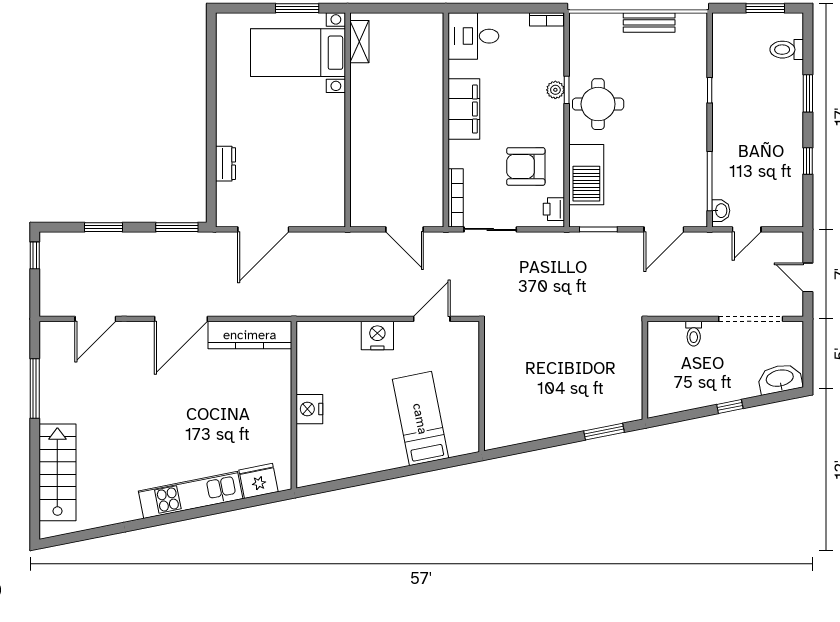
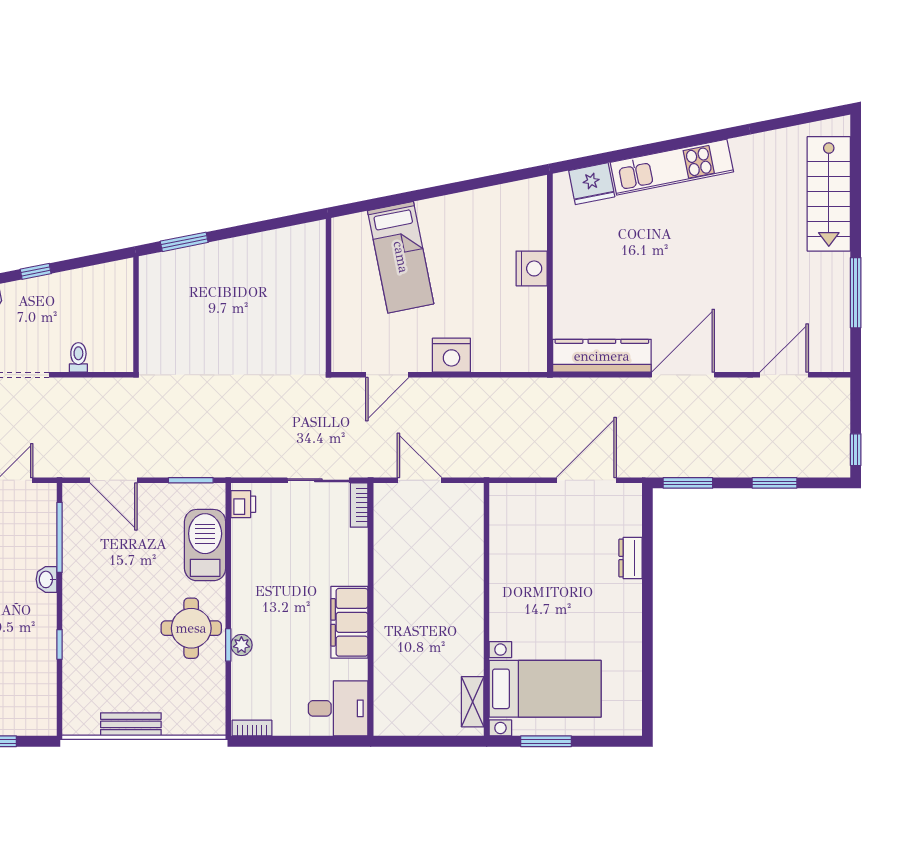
armchair: (526, 166) -> (276, 555), removed
bookcase: (456, 198) -> (359, 505), width x0.64
washbasin: (721, 211) -> (46, 579), moved
door: (664, 229) -> (114, 480), swing flipped

